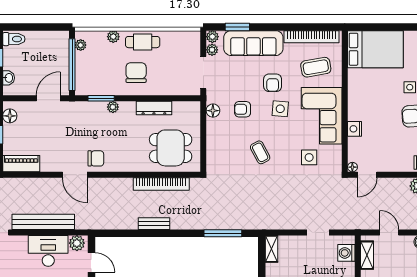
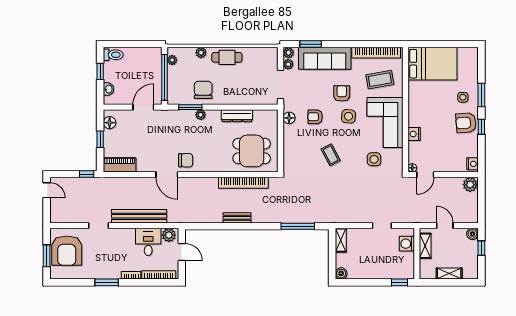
chair: (136, 73) -> (203, 90), moved
armchair: (273, 83) -> (342, 93), turned 180
desk: (48, 251) -> (148, 242), width x0.73

